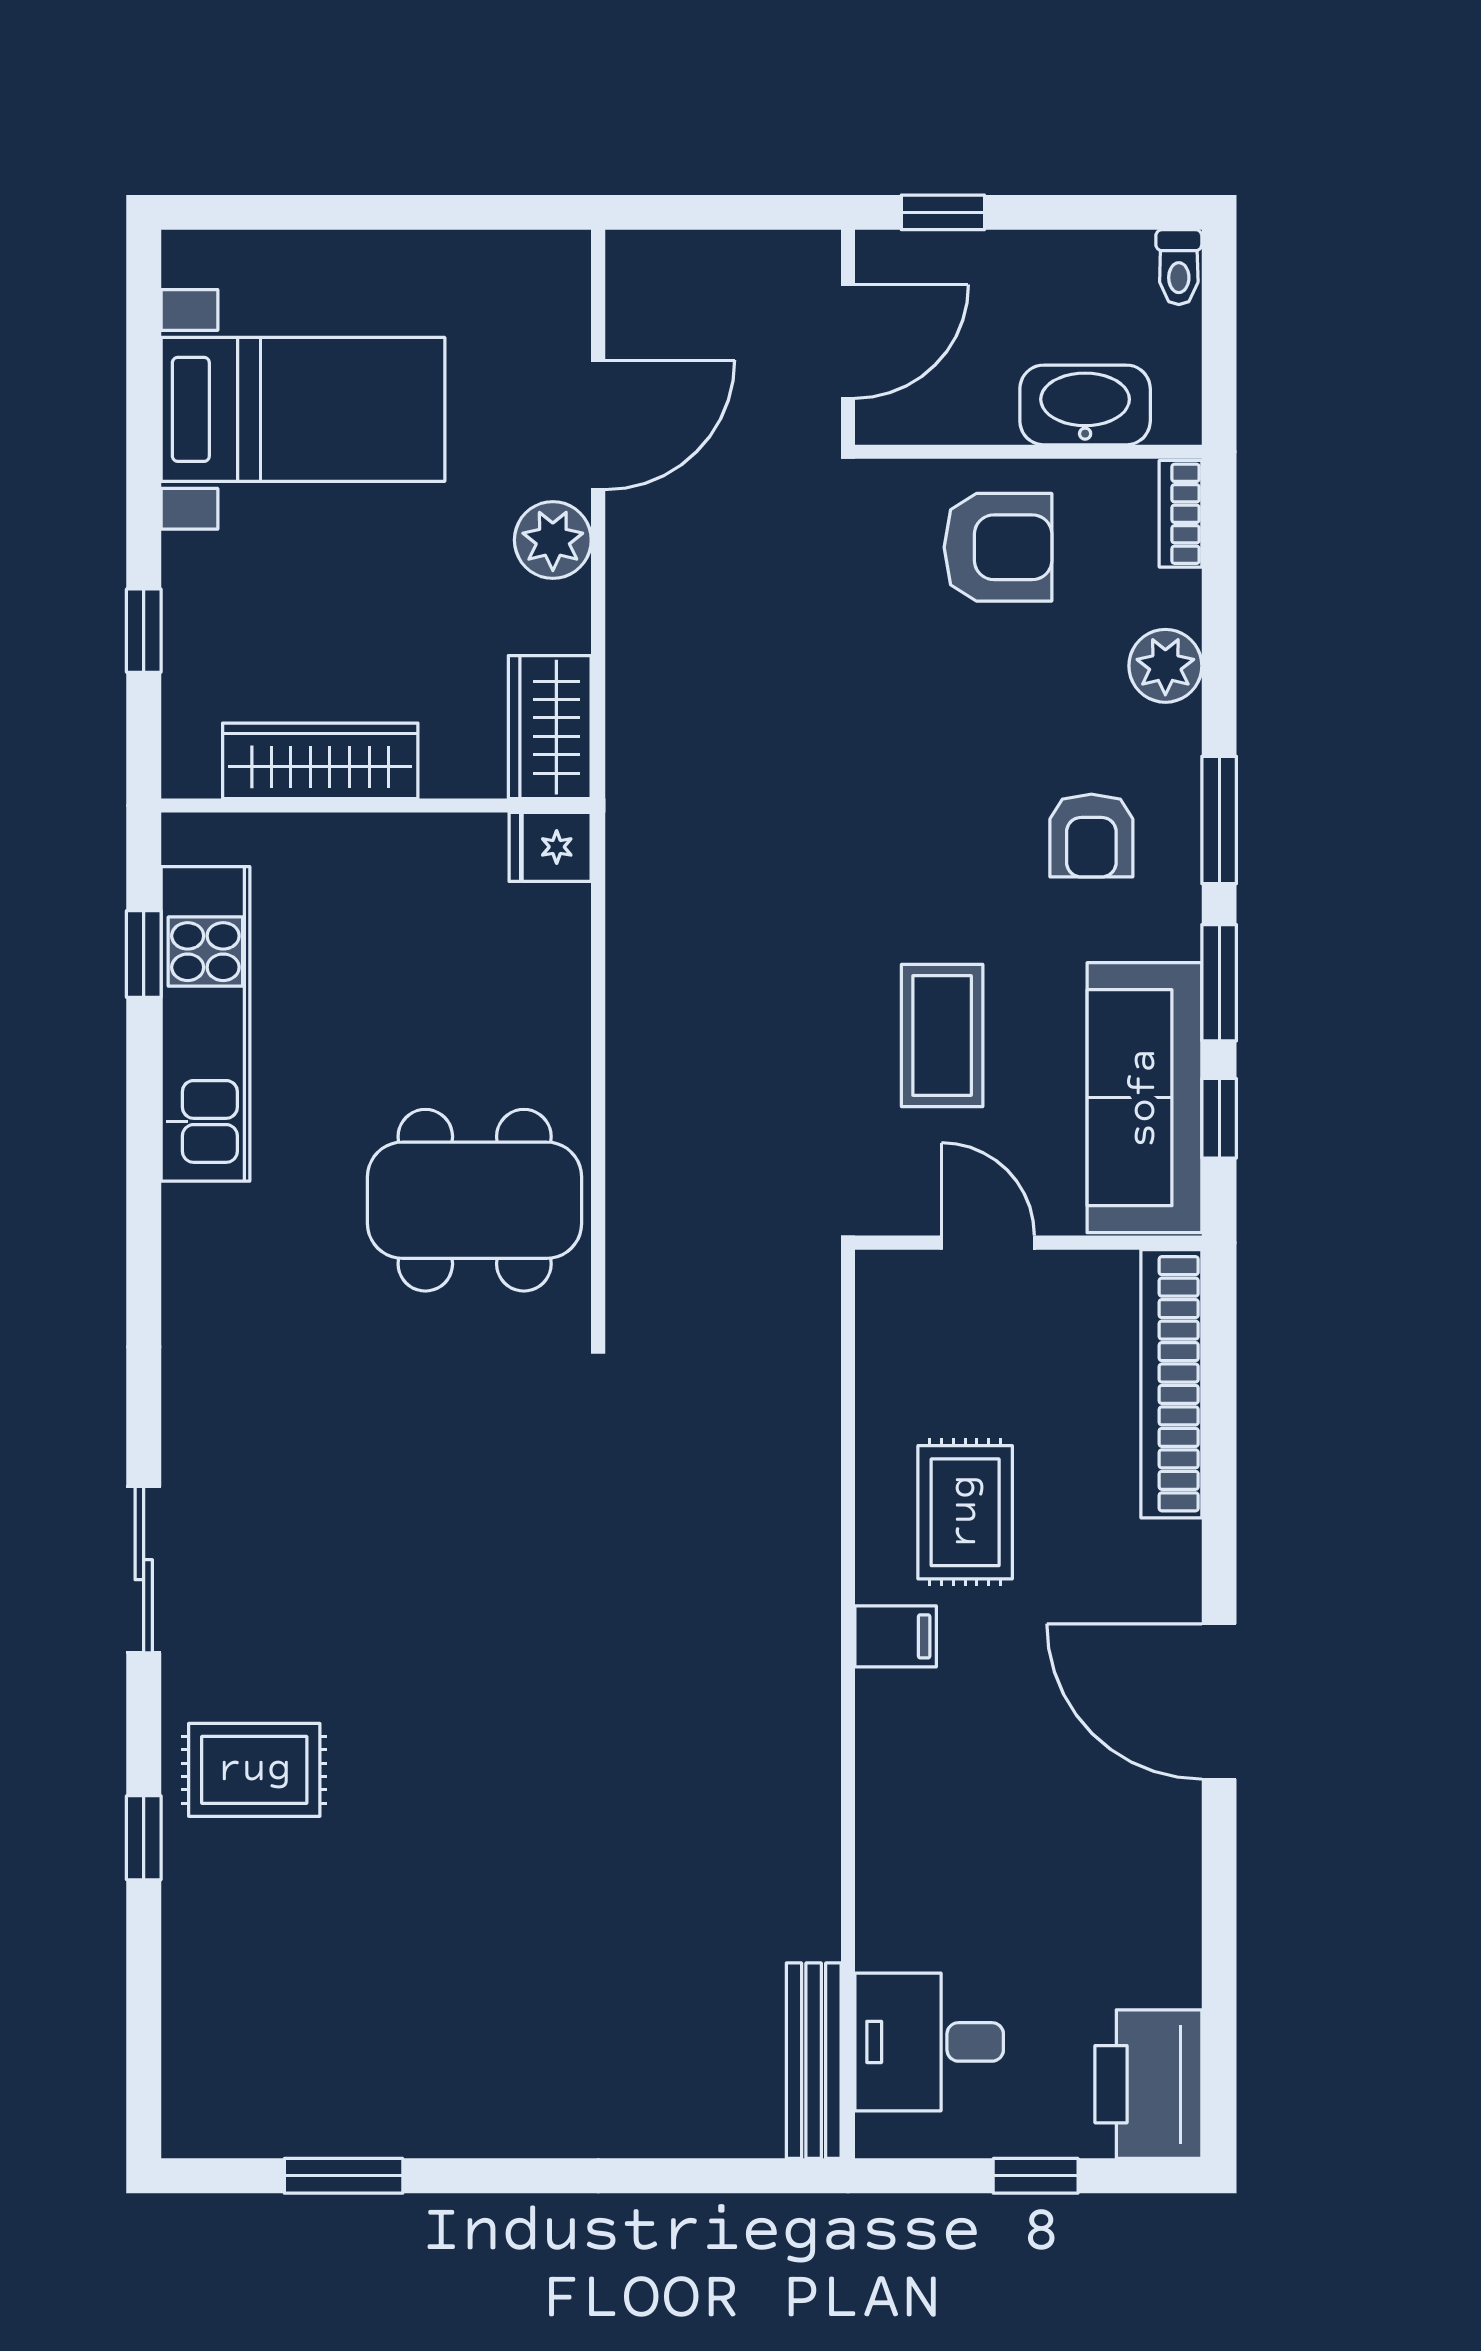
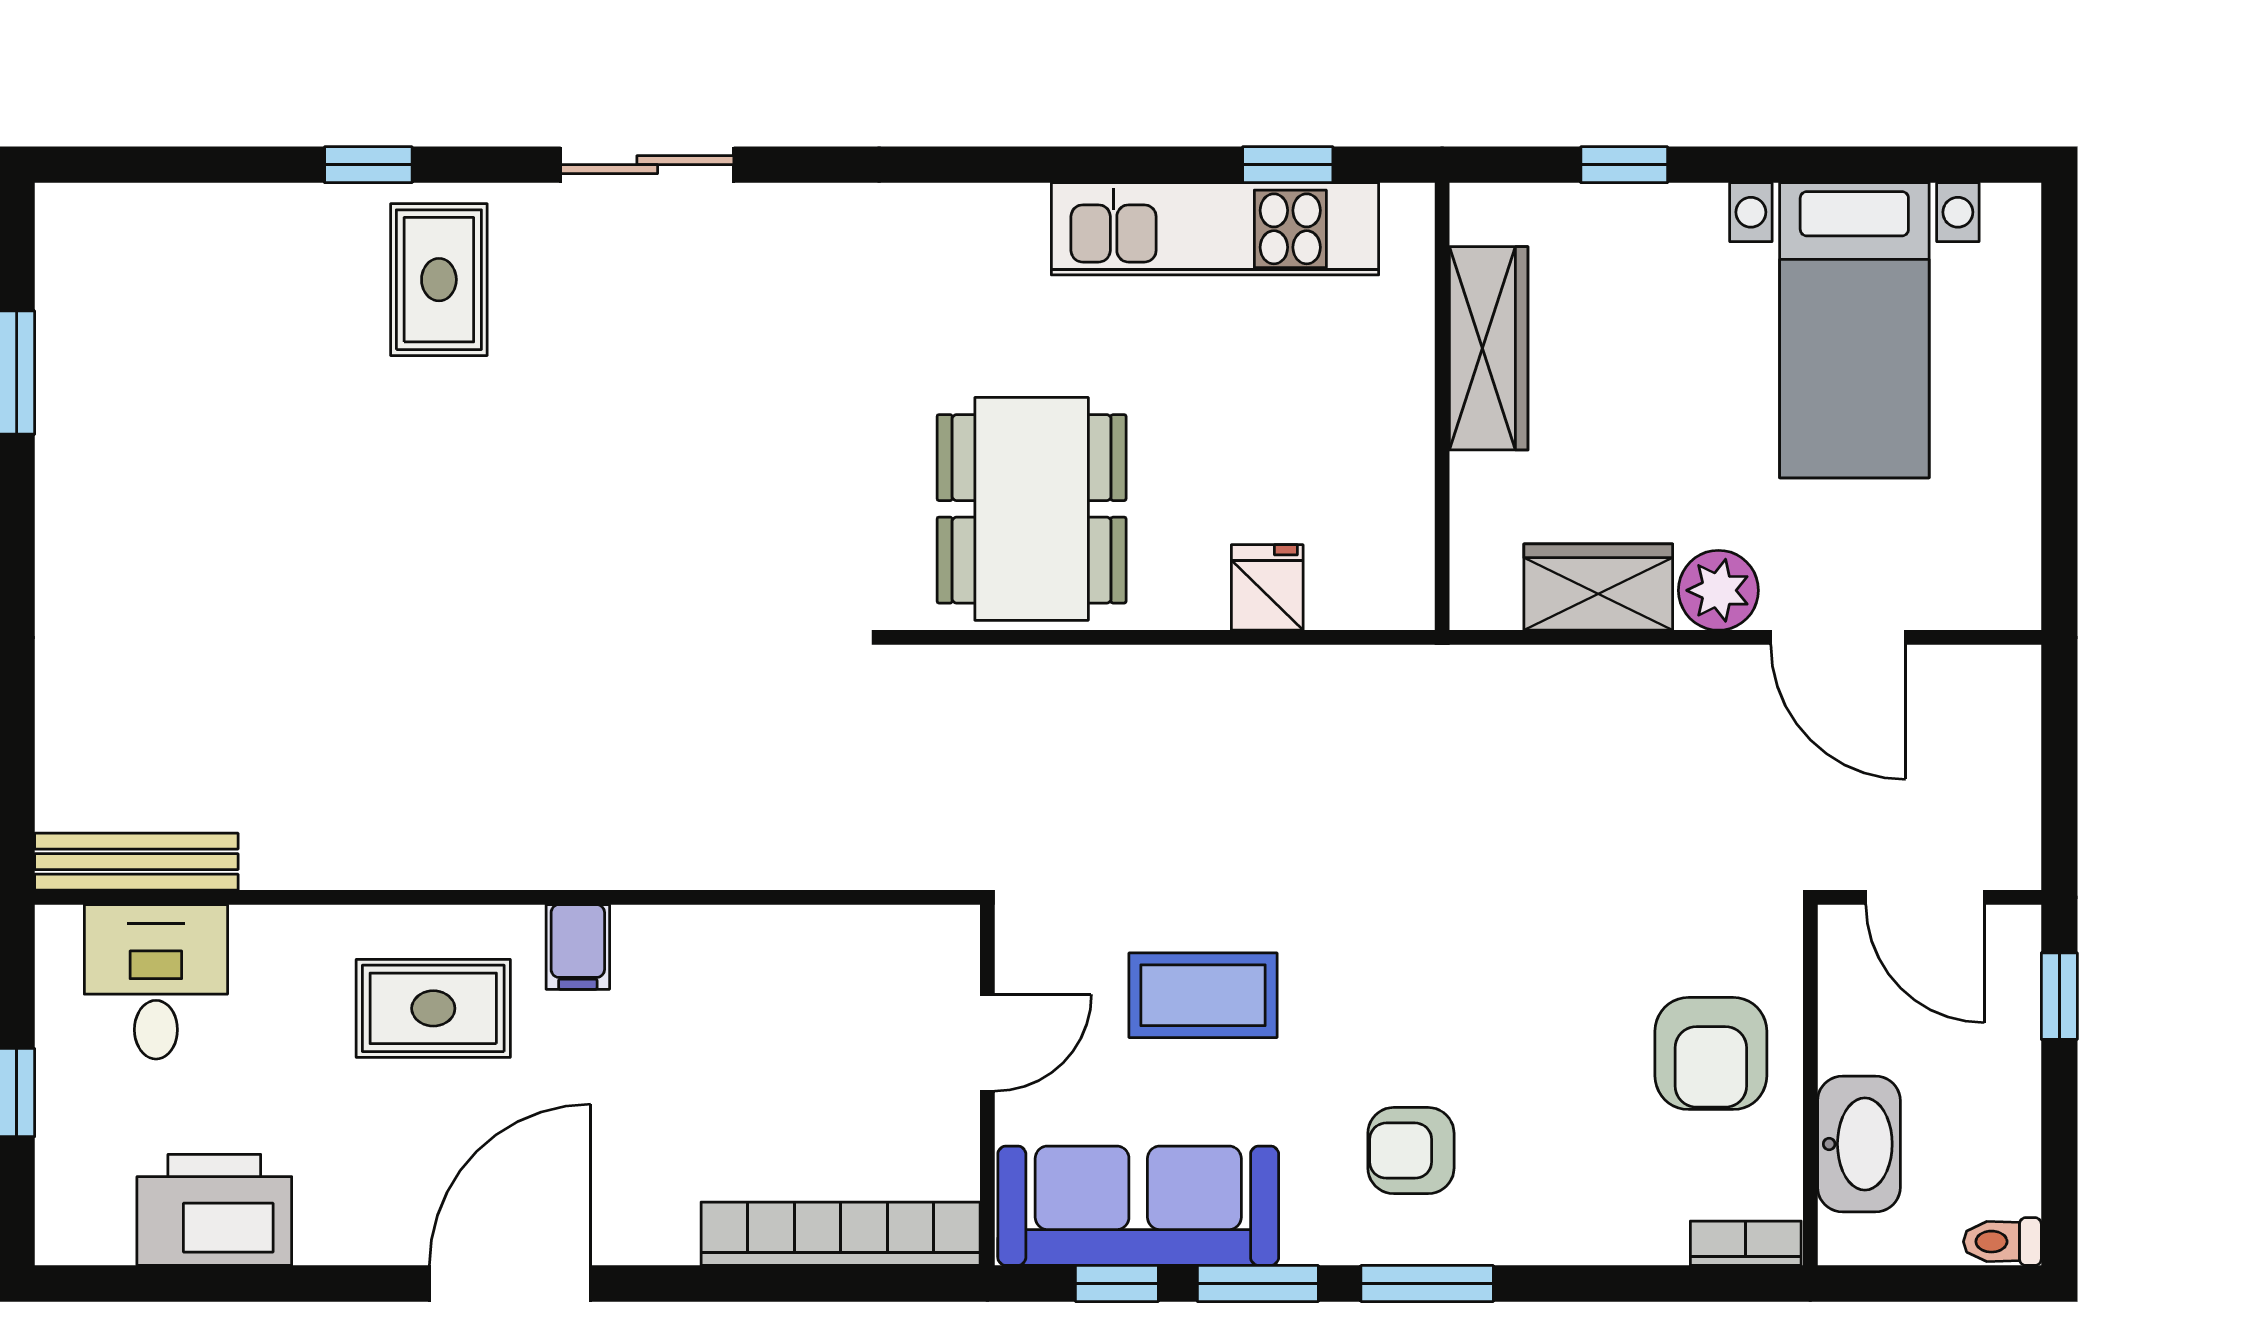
plant: (1165, 666) -> (1588, 1228), removed
wardrobe: (550, 727) -> (1598, 587), moved
fridge: (550, 847) -> (1267, 587), moved
rug: (965, 1512) -> (433, 1008), moved
printer: (1148, 2084) -> (214, 1210), moved

